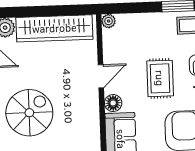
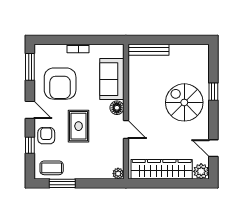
door: (101, 76) -> (126, 129), swing flipped
spiral stairs: (29, 113) -> (184, 102), turned 90

